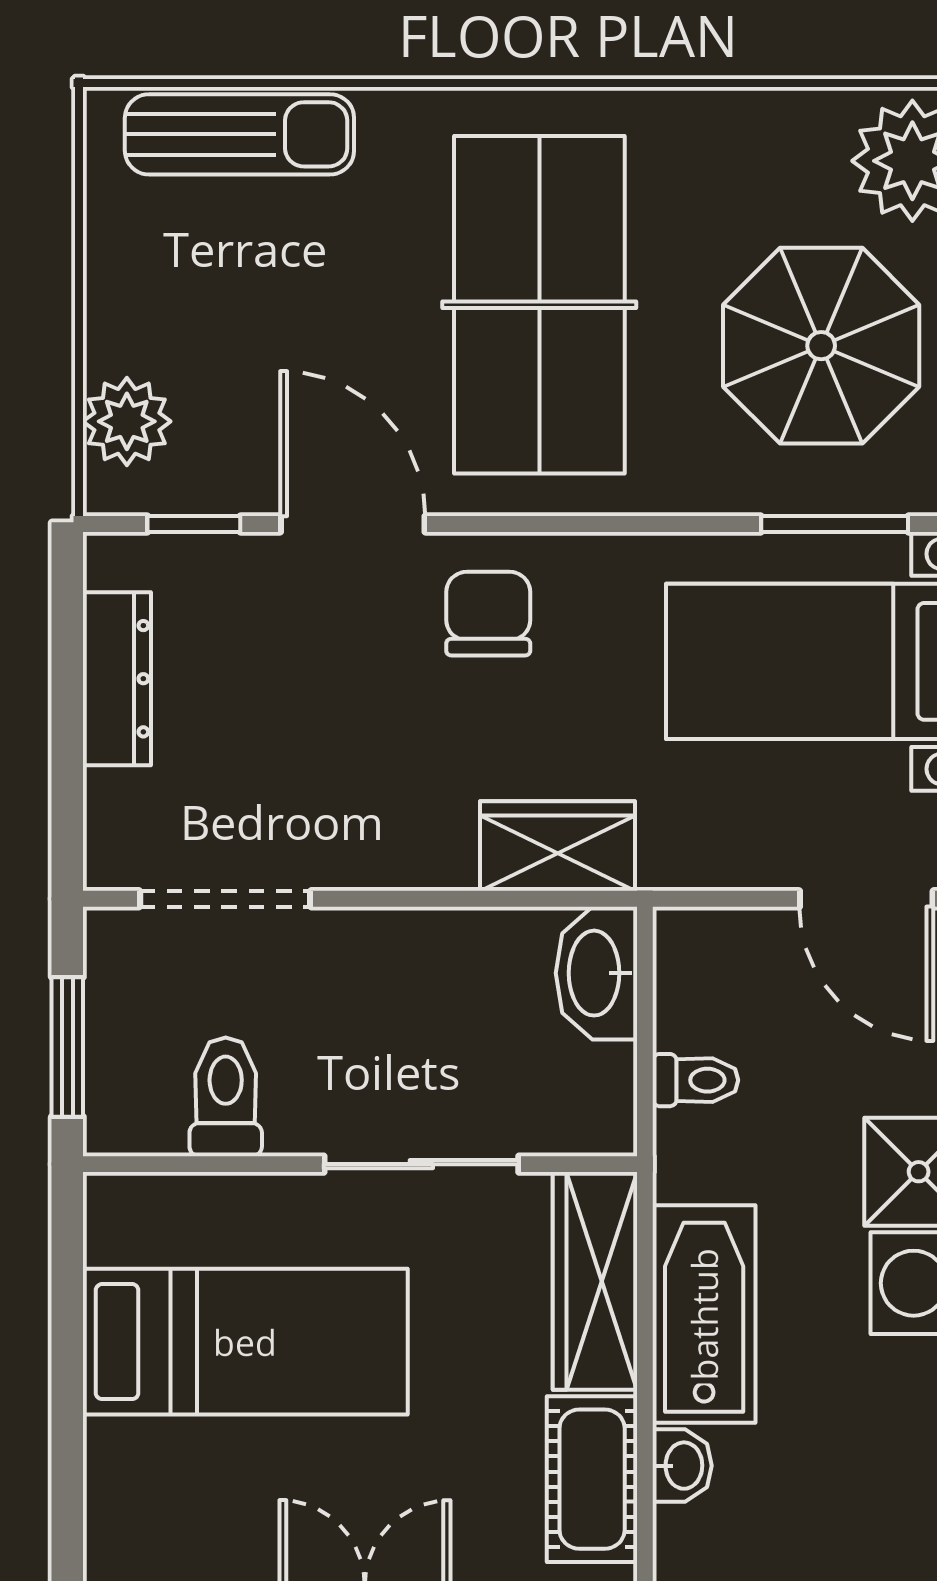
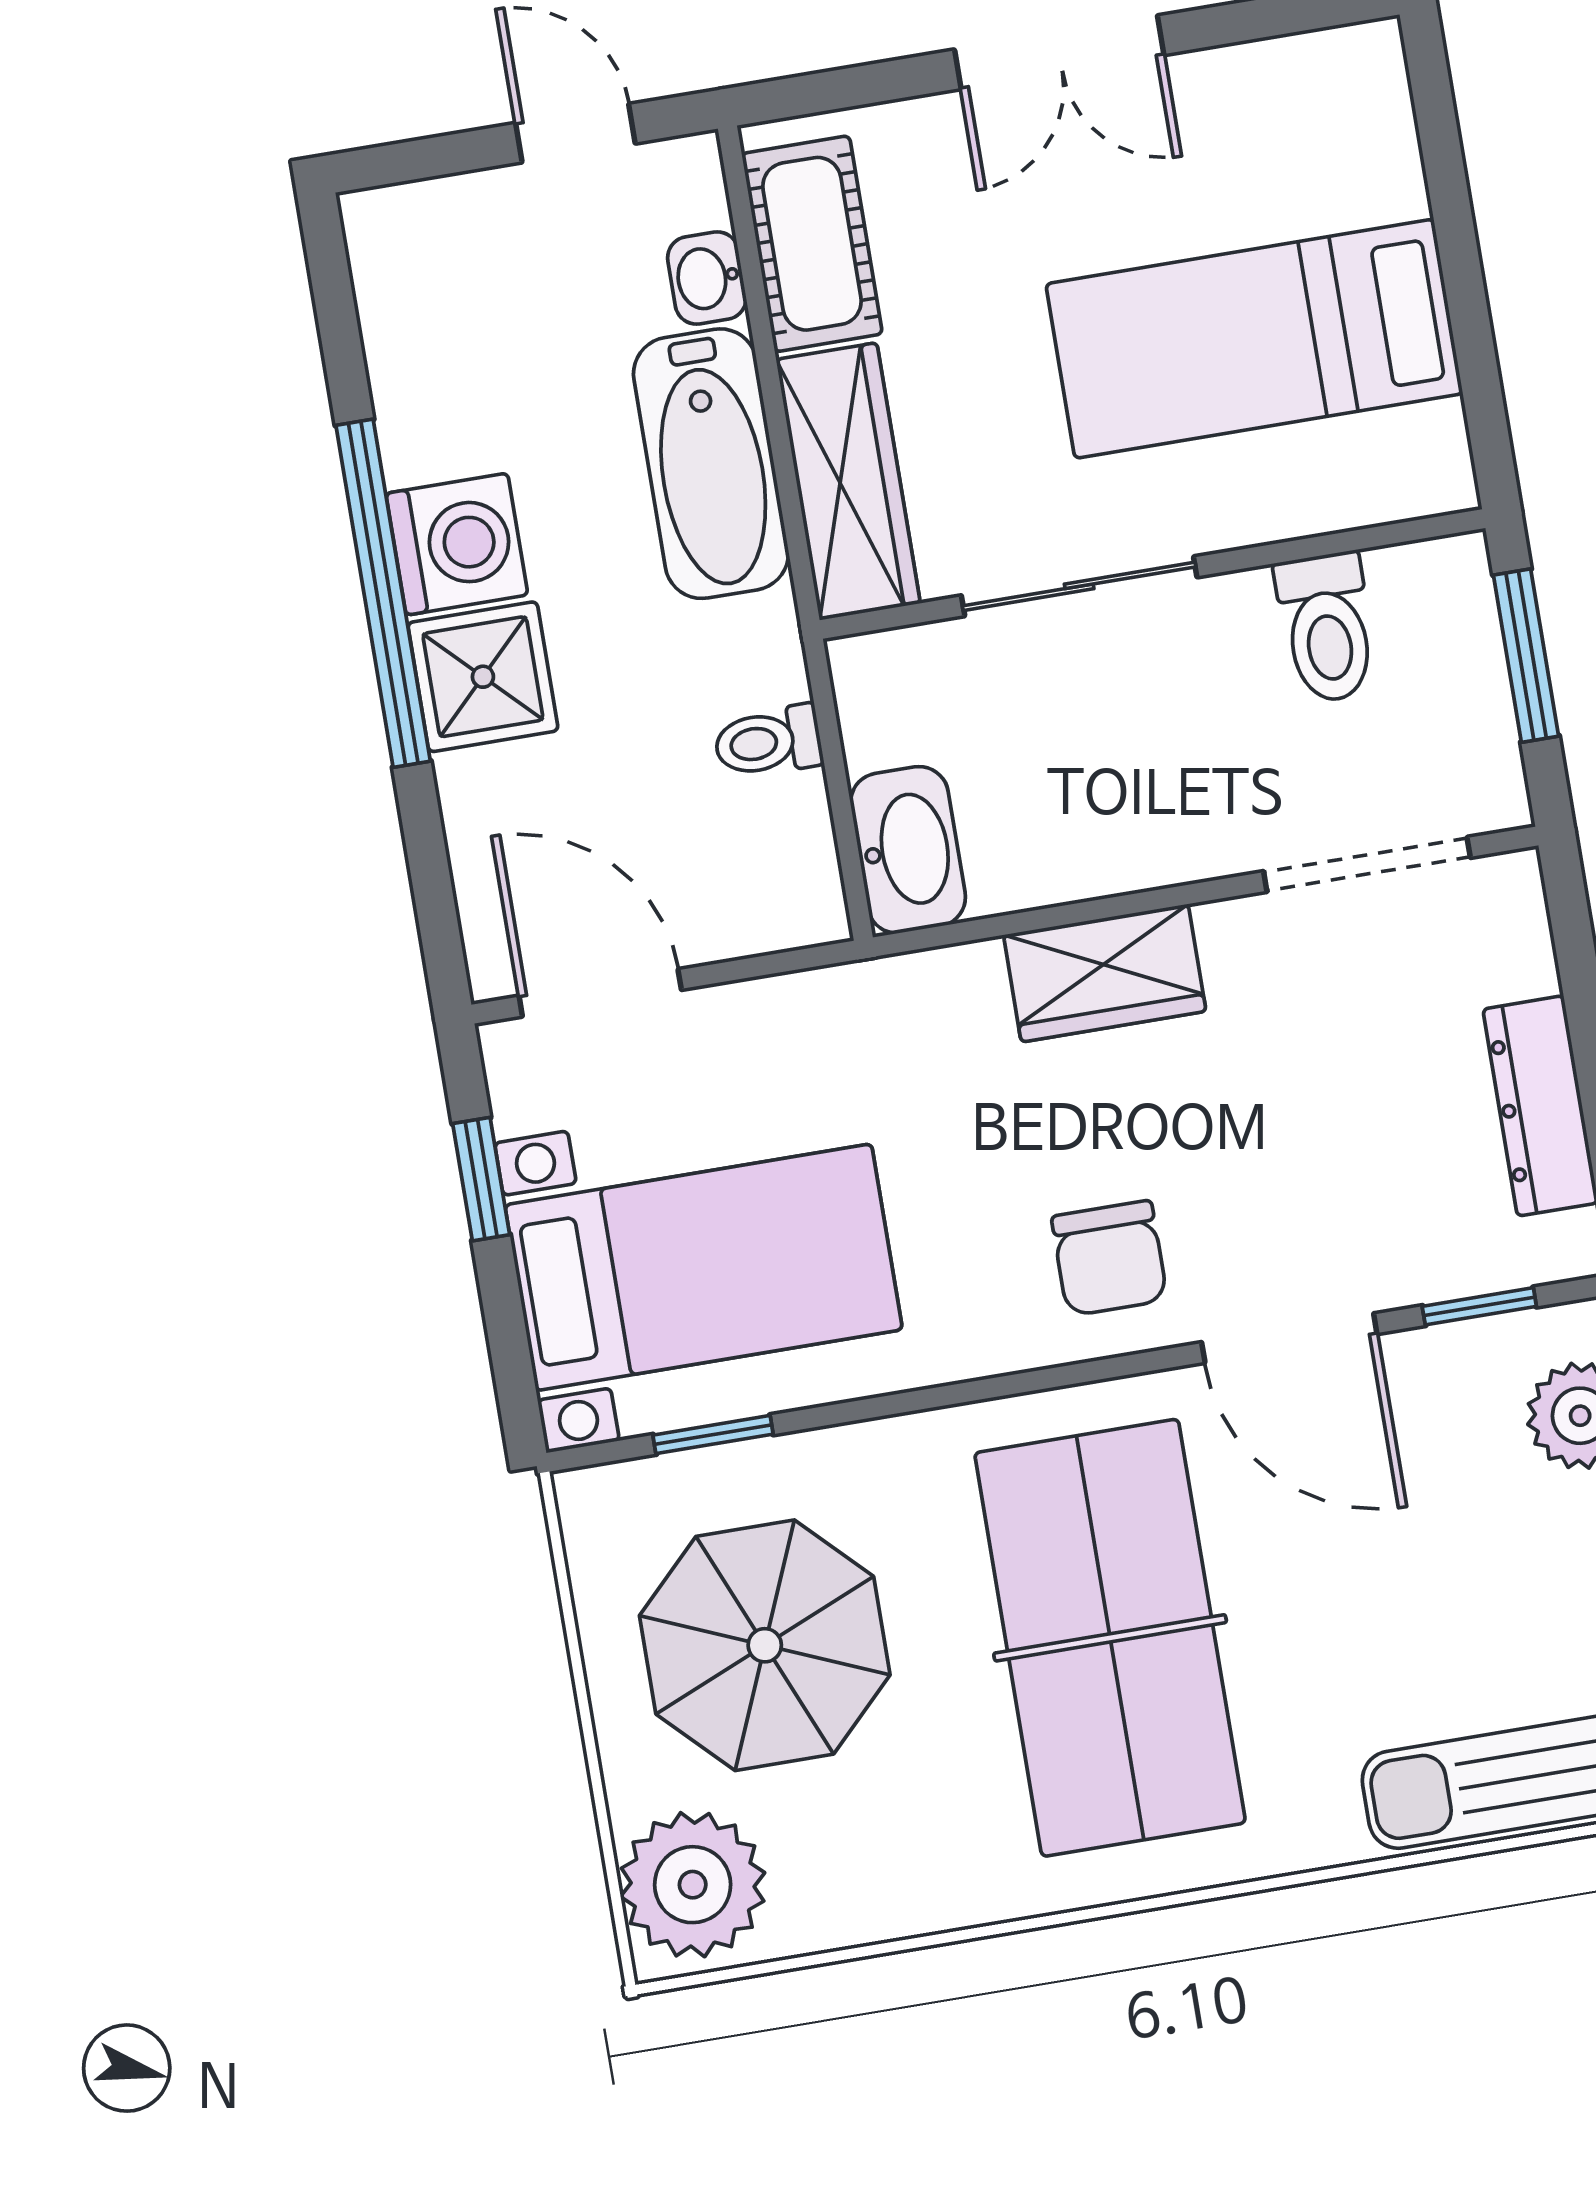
window: (835, 524) -> (713, 1435), width x0.67
wardrobe: (558, 846) -> (1105, 973), moved

